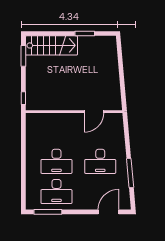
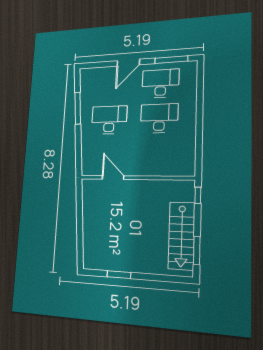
stairs: (51, 45) -> (182, 236), moved, turned -90
door: (94, 112) -> (113, 177), hinge flipped
door: (108, 212) -> (128, 63), moved

